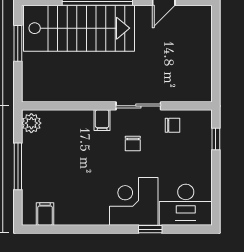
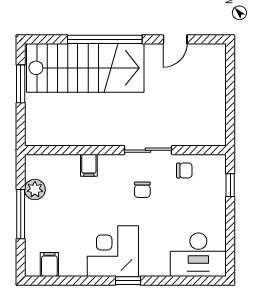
filing cabinet: (102, 120) -> (89, 165), moved
plant: (31, 123) -> (35, 190), moved
corner desk: (134, 201) -> (113, 251), moved
window: (150, 229) -> (128, 281), moved

